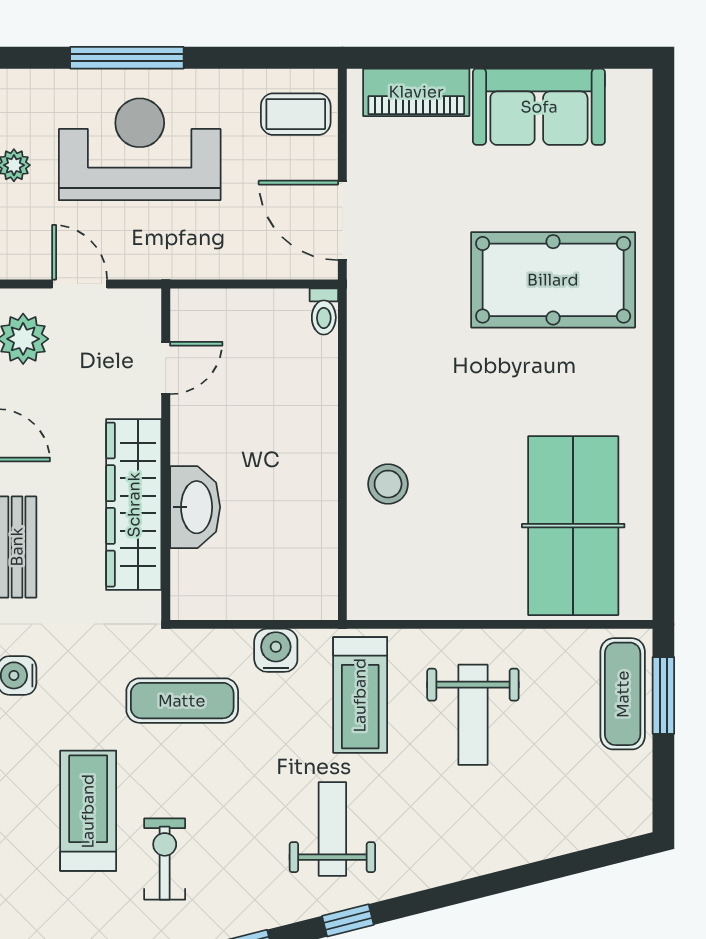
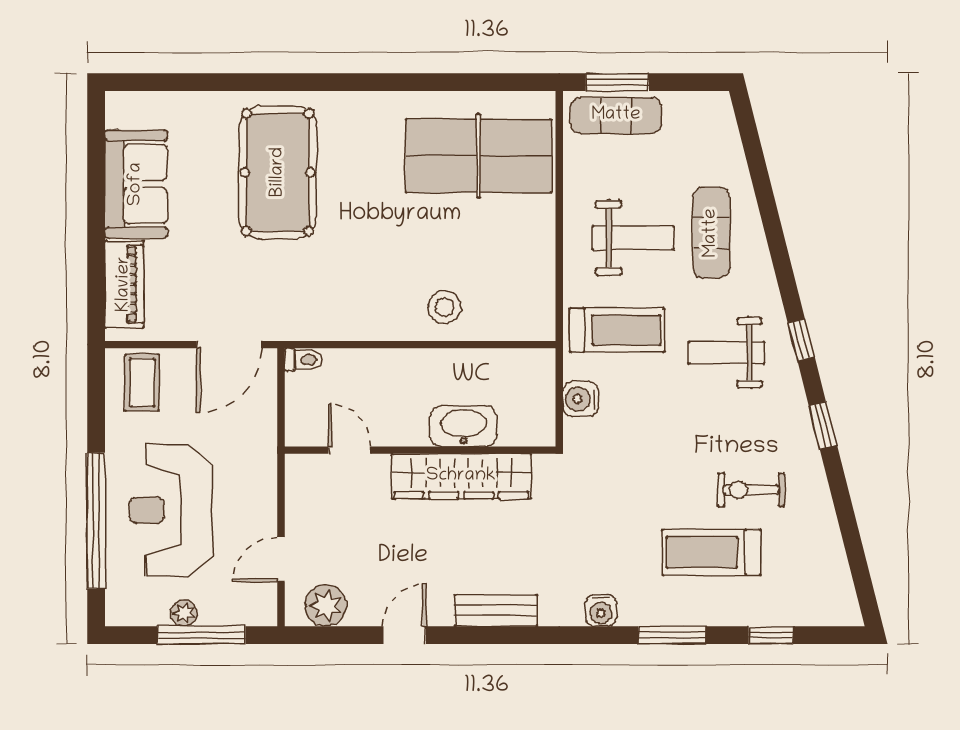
window: (127, 58) -> (96, 521), width x1.46
door: (166, 368) -> (350, 450), moved
wall: (166, 454) -> (420, 450), moved
wardrobe: (134, 505) -> (461, 476), moved
washbasin: (195, 507) -> (463, 426), moved
exercise mat: (182, 701) -> (711, 233), moved

